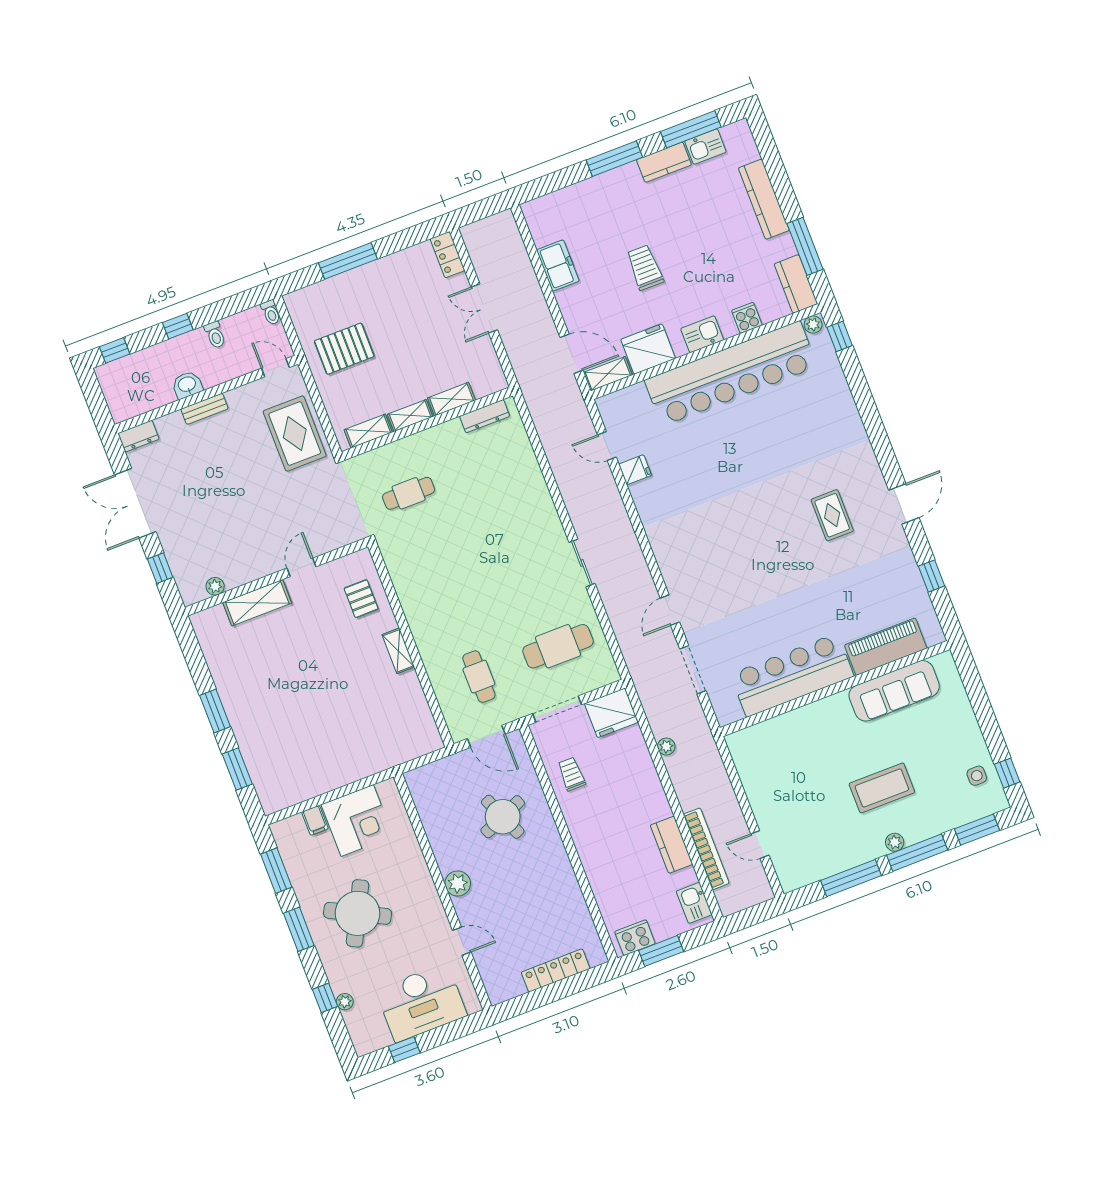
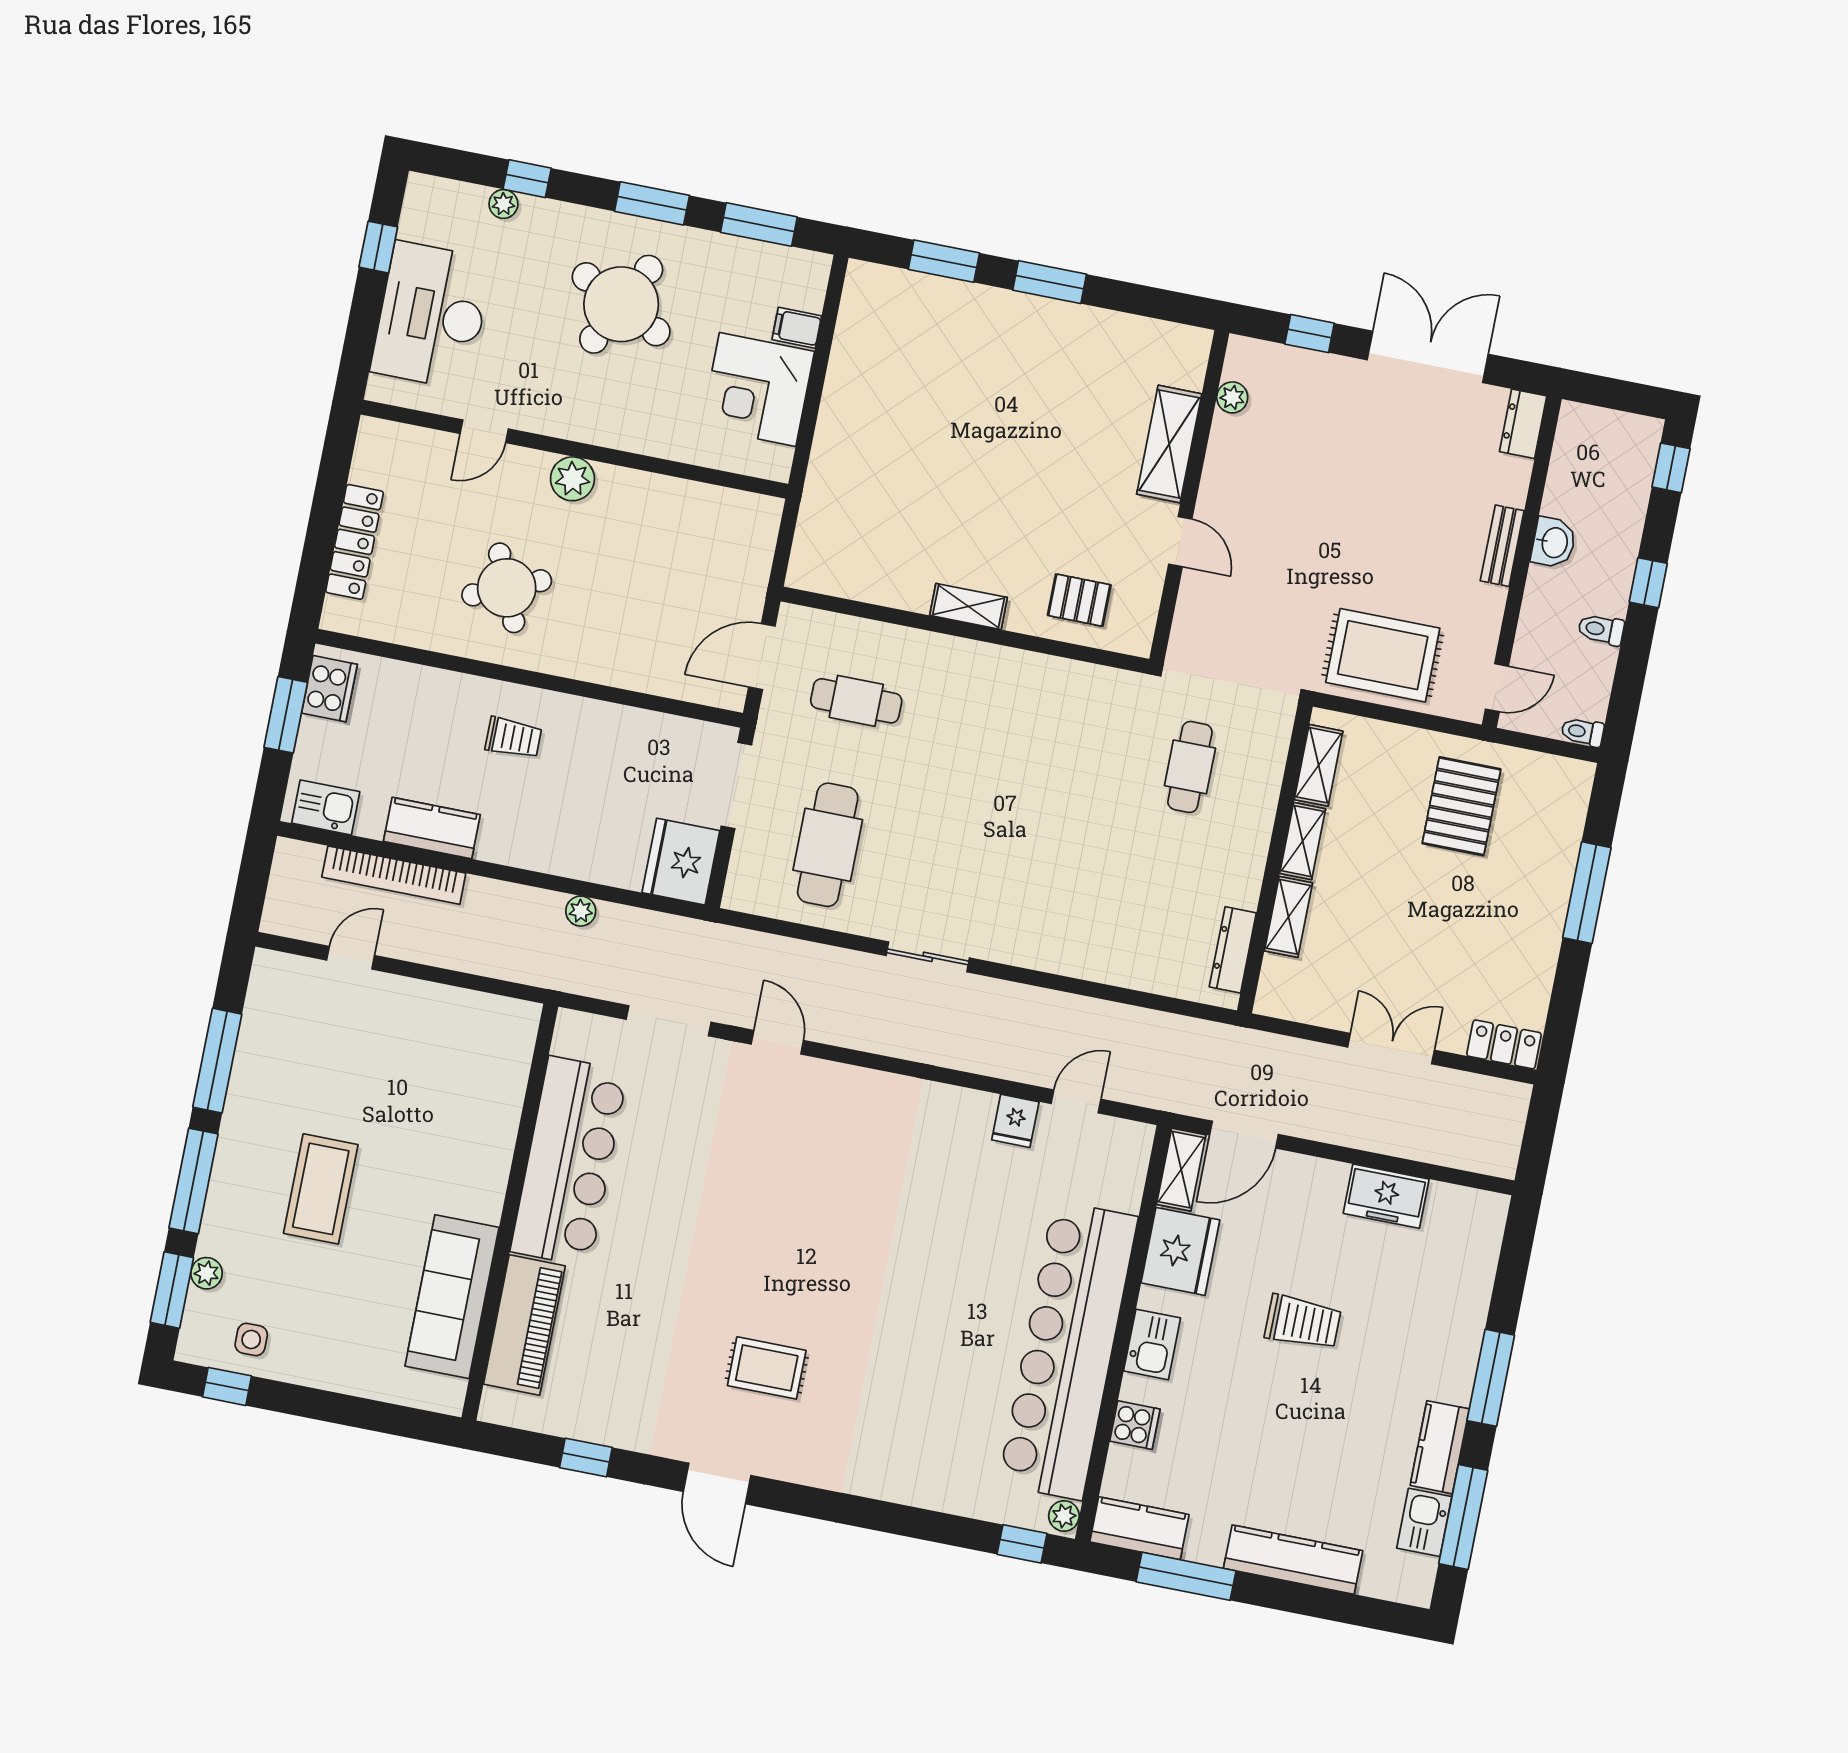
trolley: (572, 774) -> (513, 738), moved
round table: (503, 817) -> (507, 588), moved
plant: (895, 842) -> (207, 1273), moved

